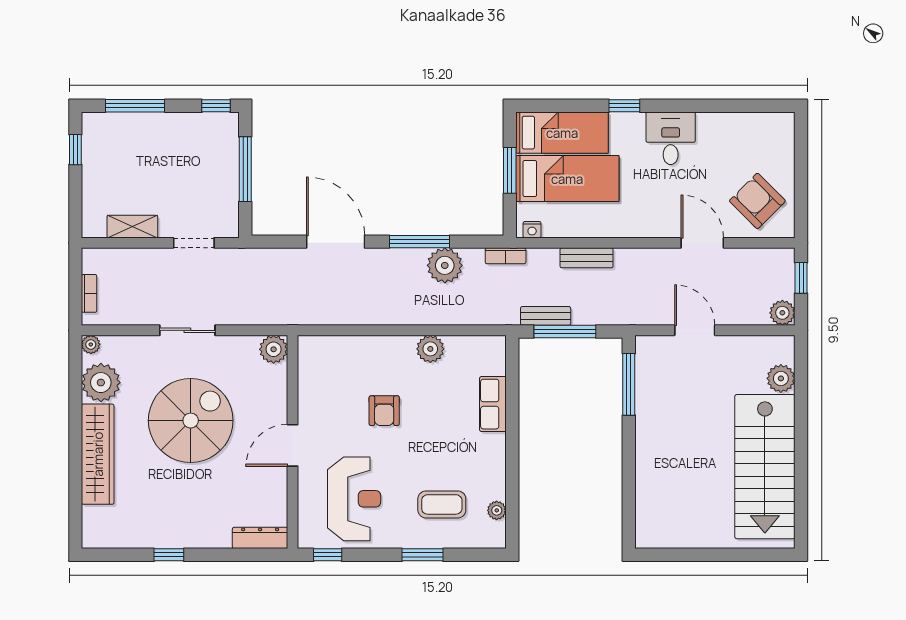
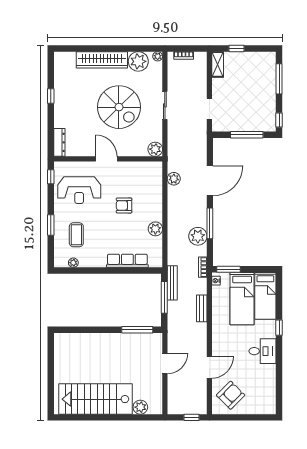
window: (75, 150) -> (236, 48), moved
window: (510, 170) -> (228, 269), moved
shelving: (132, 227) -> (218, 64), moved
plant: (782, 313) -> (174, 179), moved
bench: (546, 316) -> (172, 283), width x1.36
row of seats: (493, 404) -> (127, 261), width x1.48

